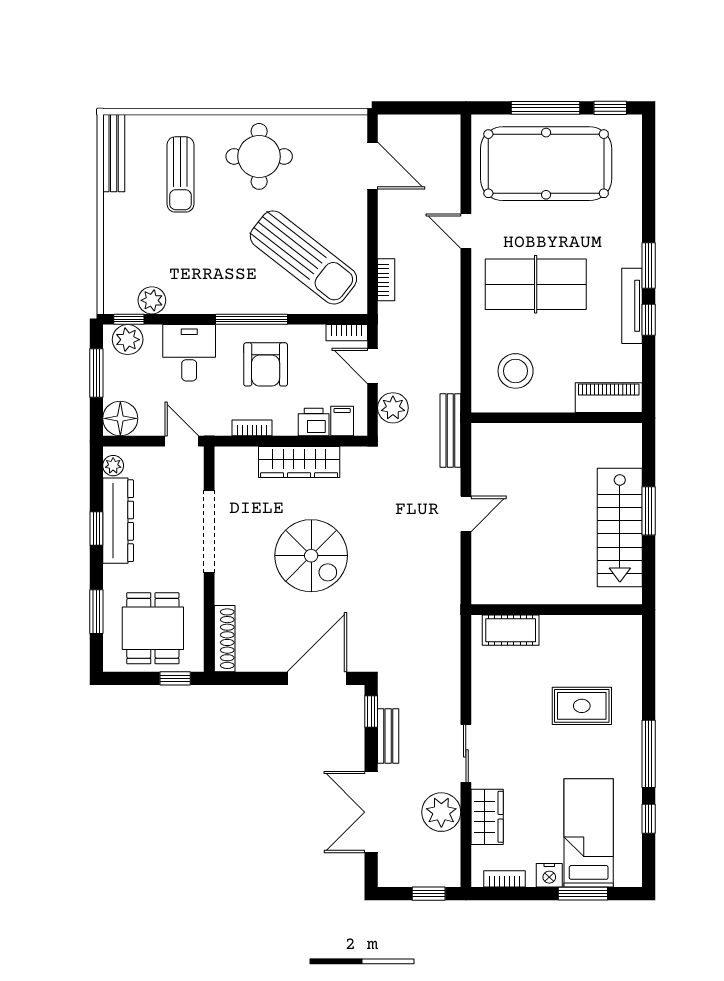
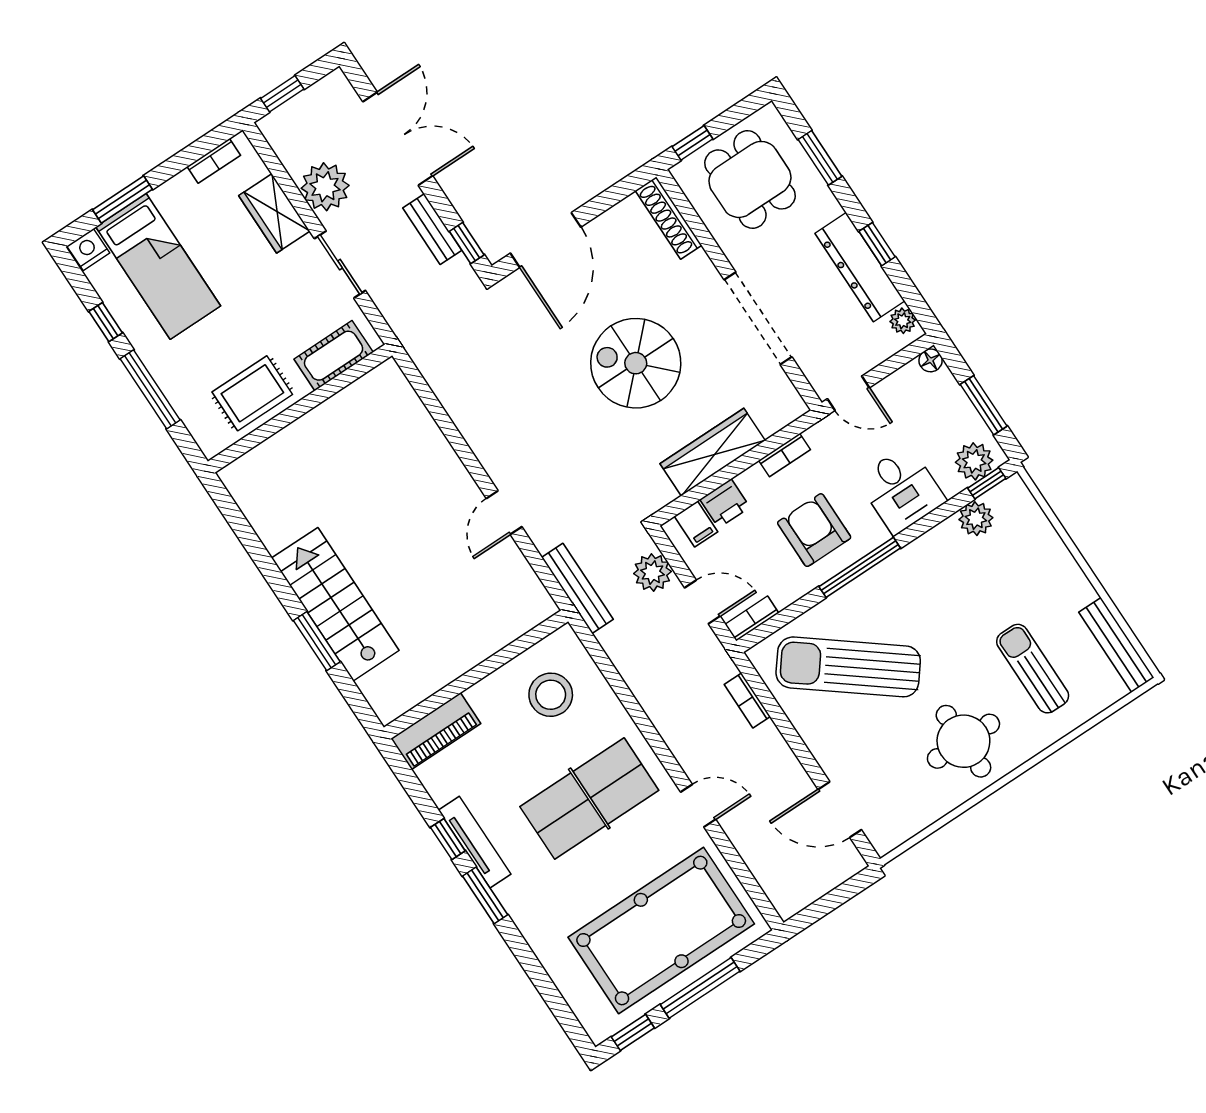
floor lamp: (120, 418) -> (931, 360), width x0.53, depth x0.53
wall: (557, 610) -> (300, 408), moved
cot: (511, 630) -> (334, 356), moved
nightstand: (549, 875) -> (88, 249), moved

